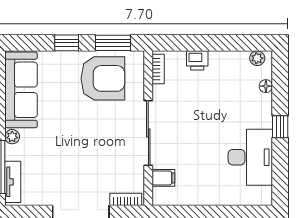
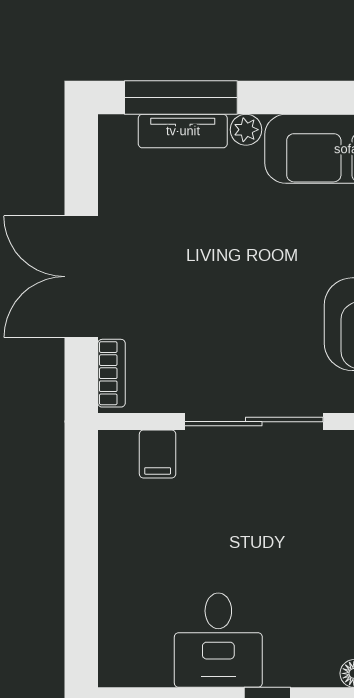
desk: (250, 157) -> (218, 640), width x0.73
tv unit: (13, 182) -> (183, 131), moved

